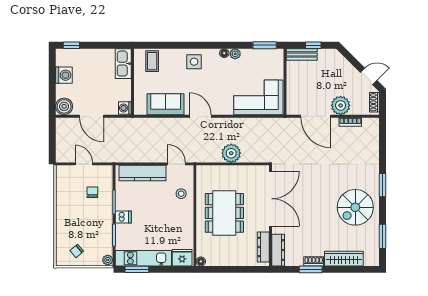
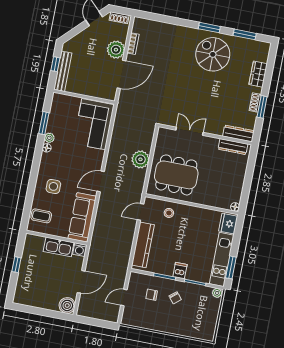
window: (71, 45) -> (16, 265), moved
window: (265, 45) -> (44, 123), moved
bench: (302, 54) -> (63, 71), width x1.36
side table: (194, 62) -> (53, 186), moved
kitchen sink: (123, 64) -> (59, 247), moved
washing machine: (64, 75) -> (38, 300), removed
sofa: (166, 104) -> (82, 217), width x1.36
window: (383, 185) -> (209, 28), moved
double door: (270, 199) -> (190, 131), width x0.54
spiral stairs: (355, 207) -> (213, 54), turned 180
dining table: (224, 213) -> (176, 175), moved
chair: (77, 251) -> (175, 298), moved
wardrobe: (344, 259) -> (258, 74), width x0.67

